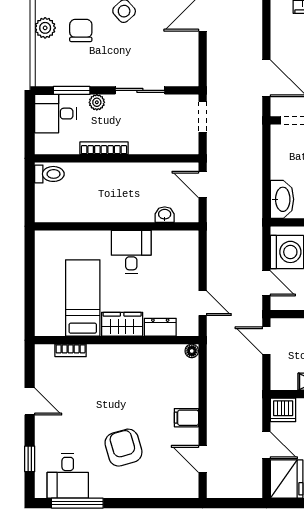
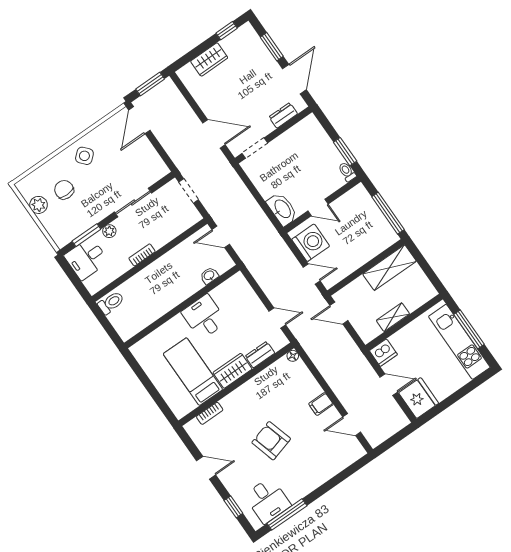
bookcase: (104, 148) -> (142, 255), width x0.64
armchair: (123, 448) -> (271, 441), moved

